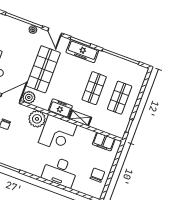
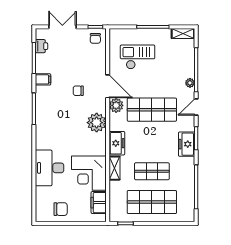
freezer: (82, 51) -> (187, 144), width x0.71
shop shelf: (120, 98) -> (152, 202), width x1.43, depth x1.36
corner desk: (58, 134) -> (89, 173), moved

